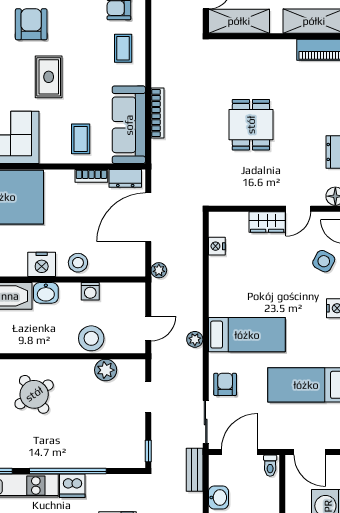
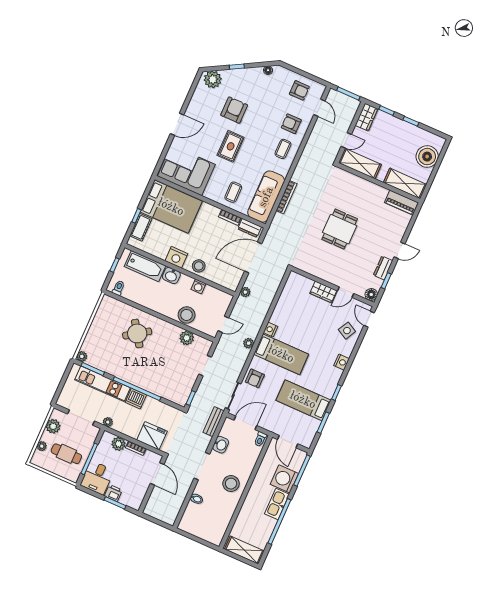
nightstand: (217, 246) -> (270, 330), moved
armchair: (225, 384) -> (255, 378), turned 180

